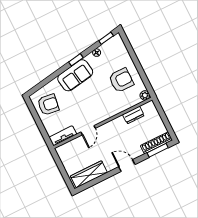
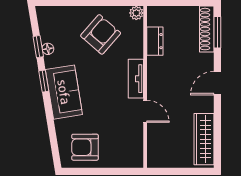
window: (106, 38) -> (38, 47), moved
armchair: (121, 80) -> (101, 34), turned 41
armchair: (48, 105) -> (85, 147), turned -98
tv unit: (63, 136) -> (136, 79), moved

